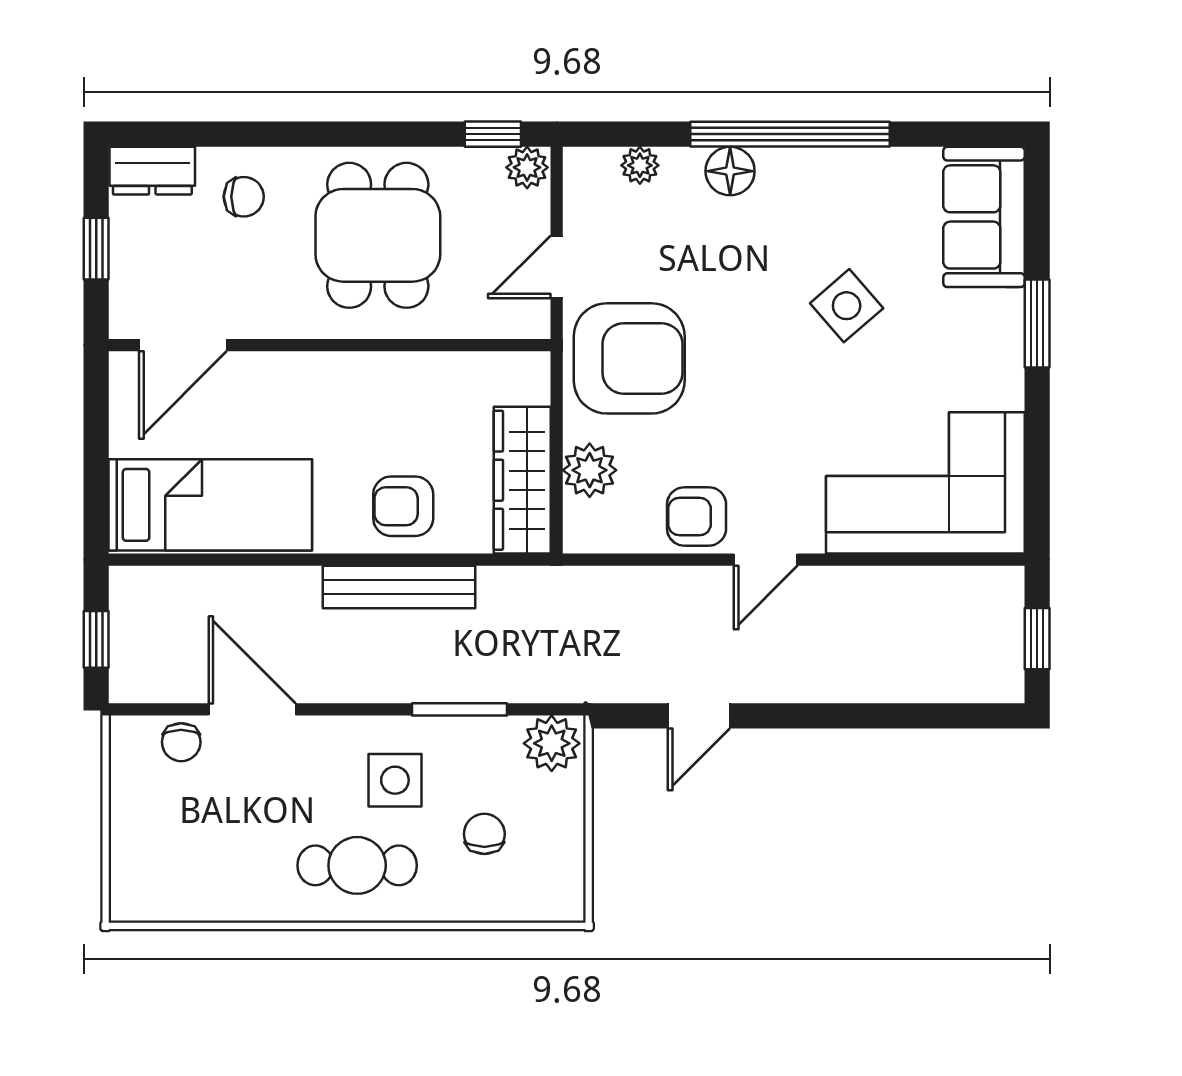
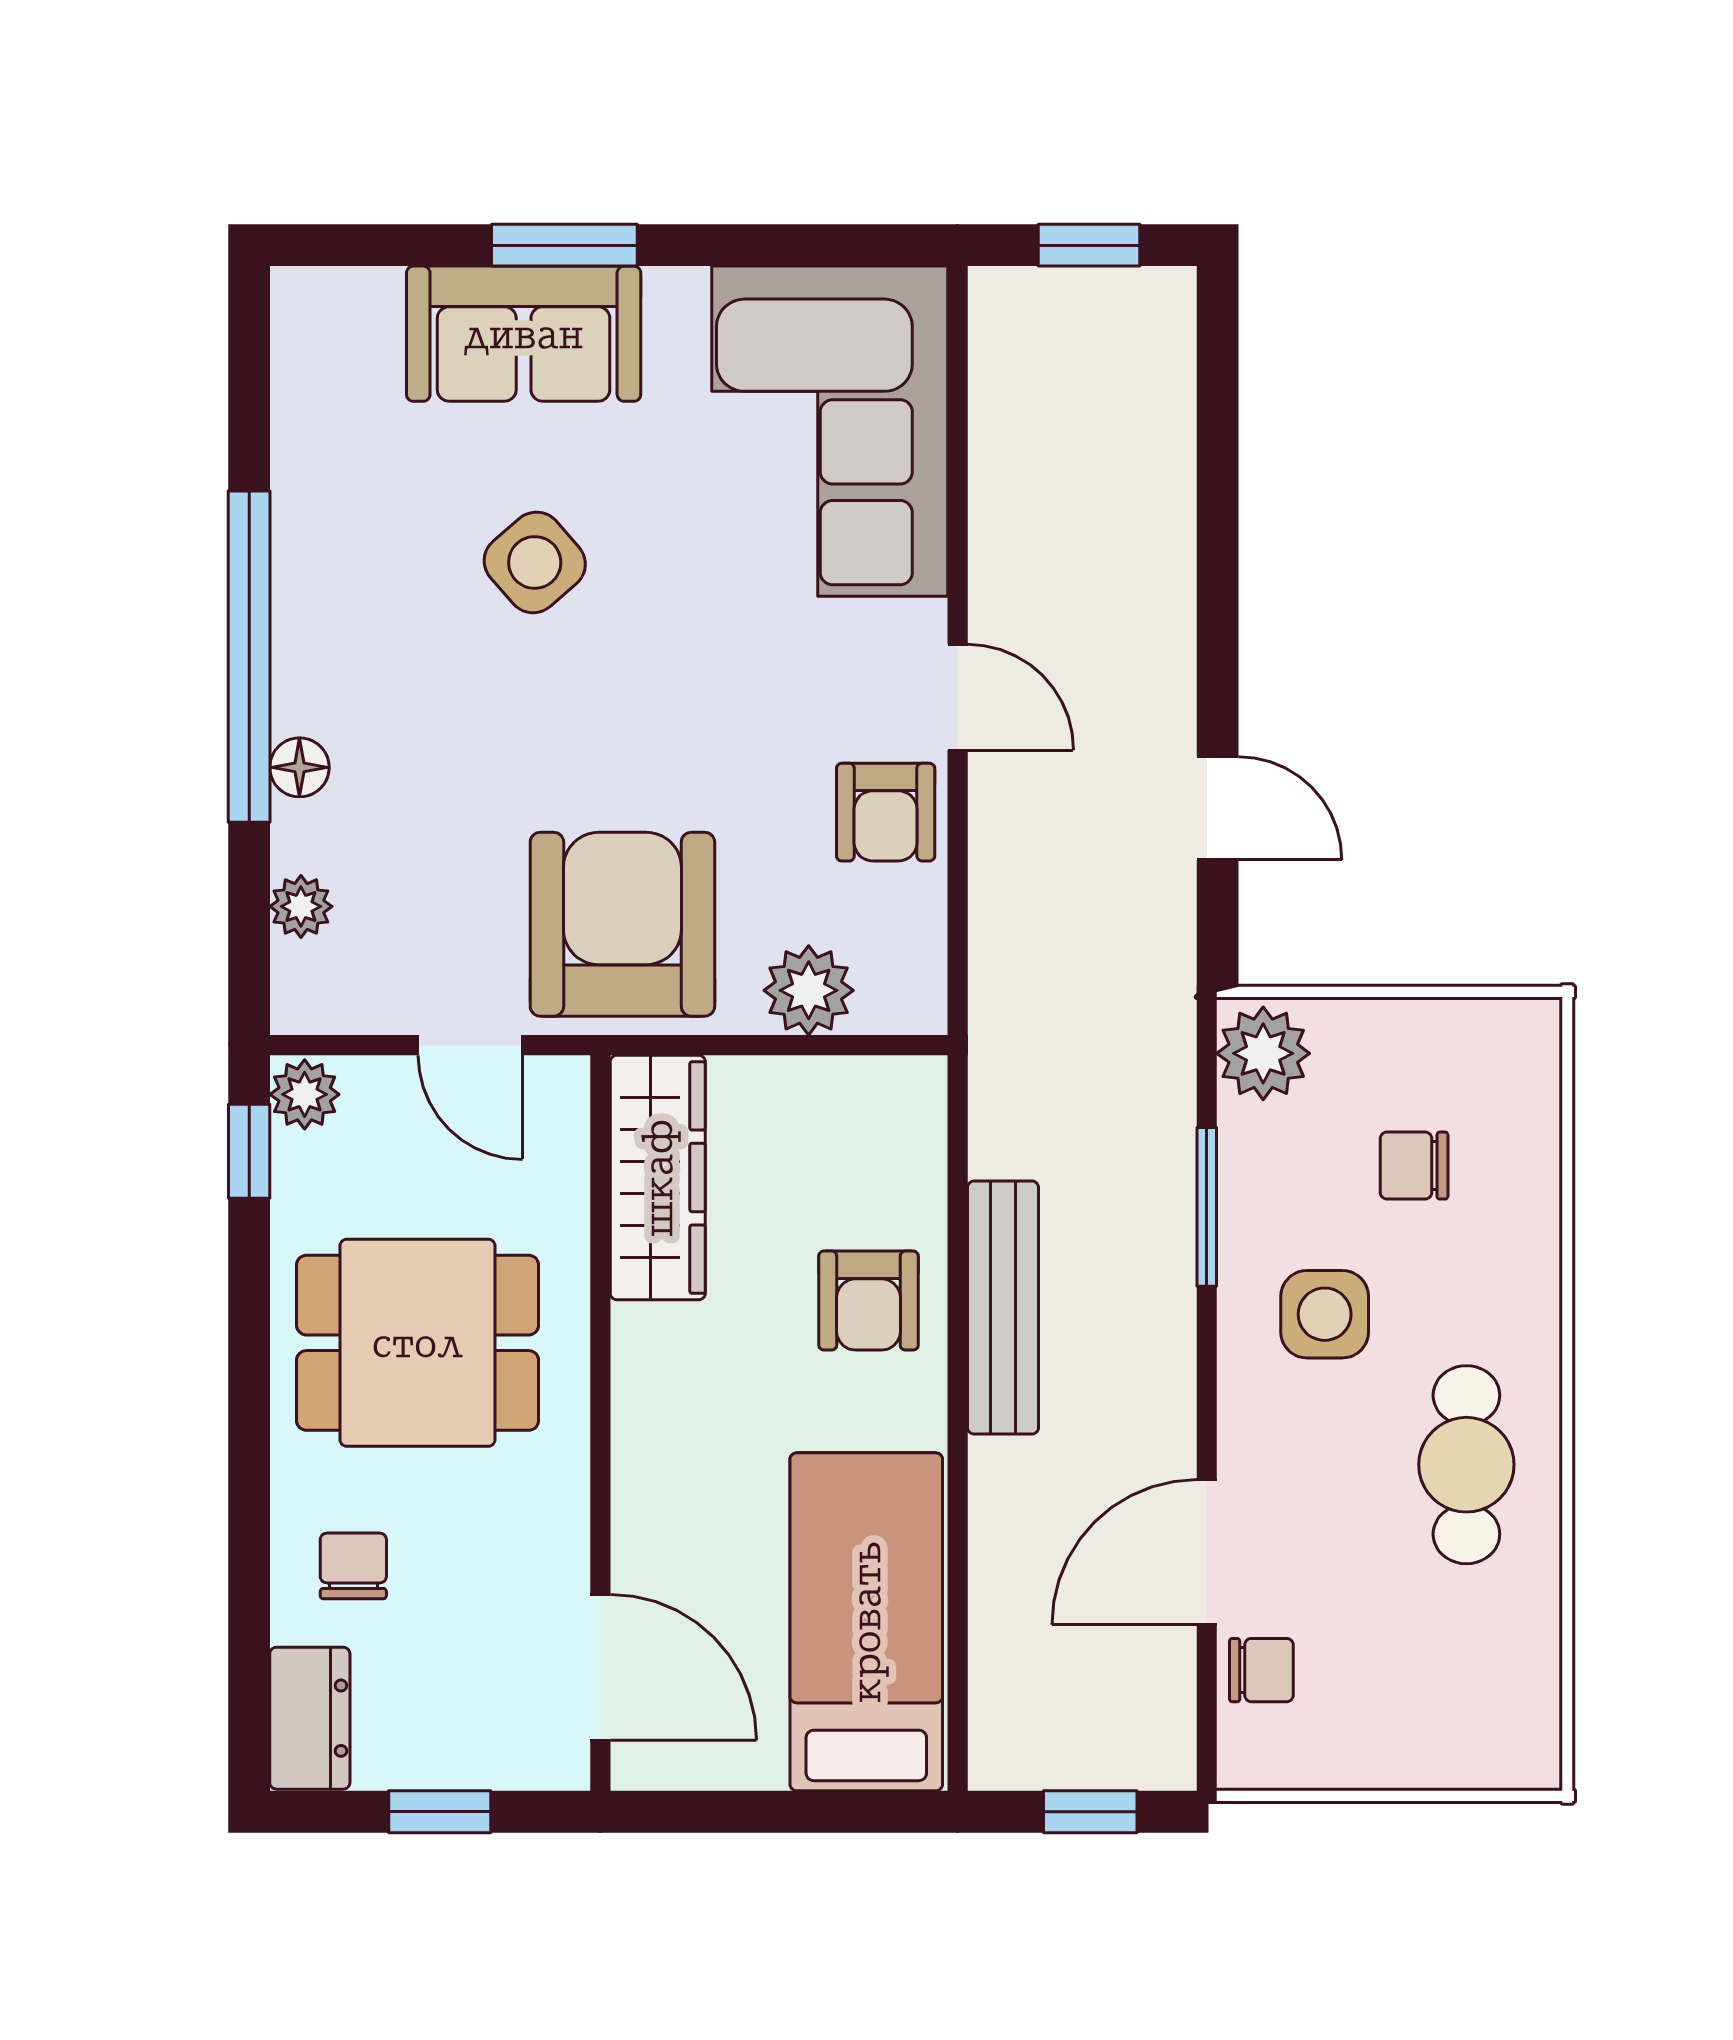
floor lamp: (730, 171) -> (299, 767), width x0.73, depth x0.73
sofa: (984, 217) -> (524, 334), moved
wardrobe: (522, 480) -> (658, 1178), moved, turned -90
cafe table: (357, 865) -> (1466, 1465), moved

